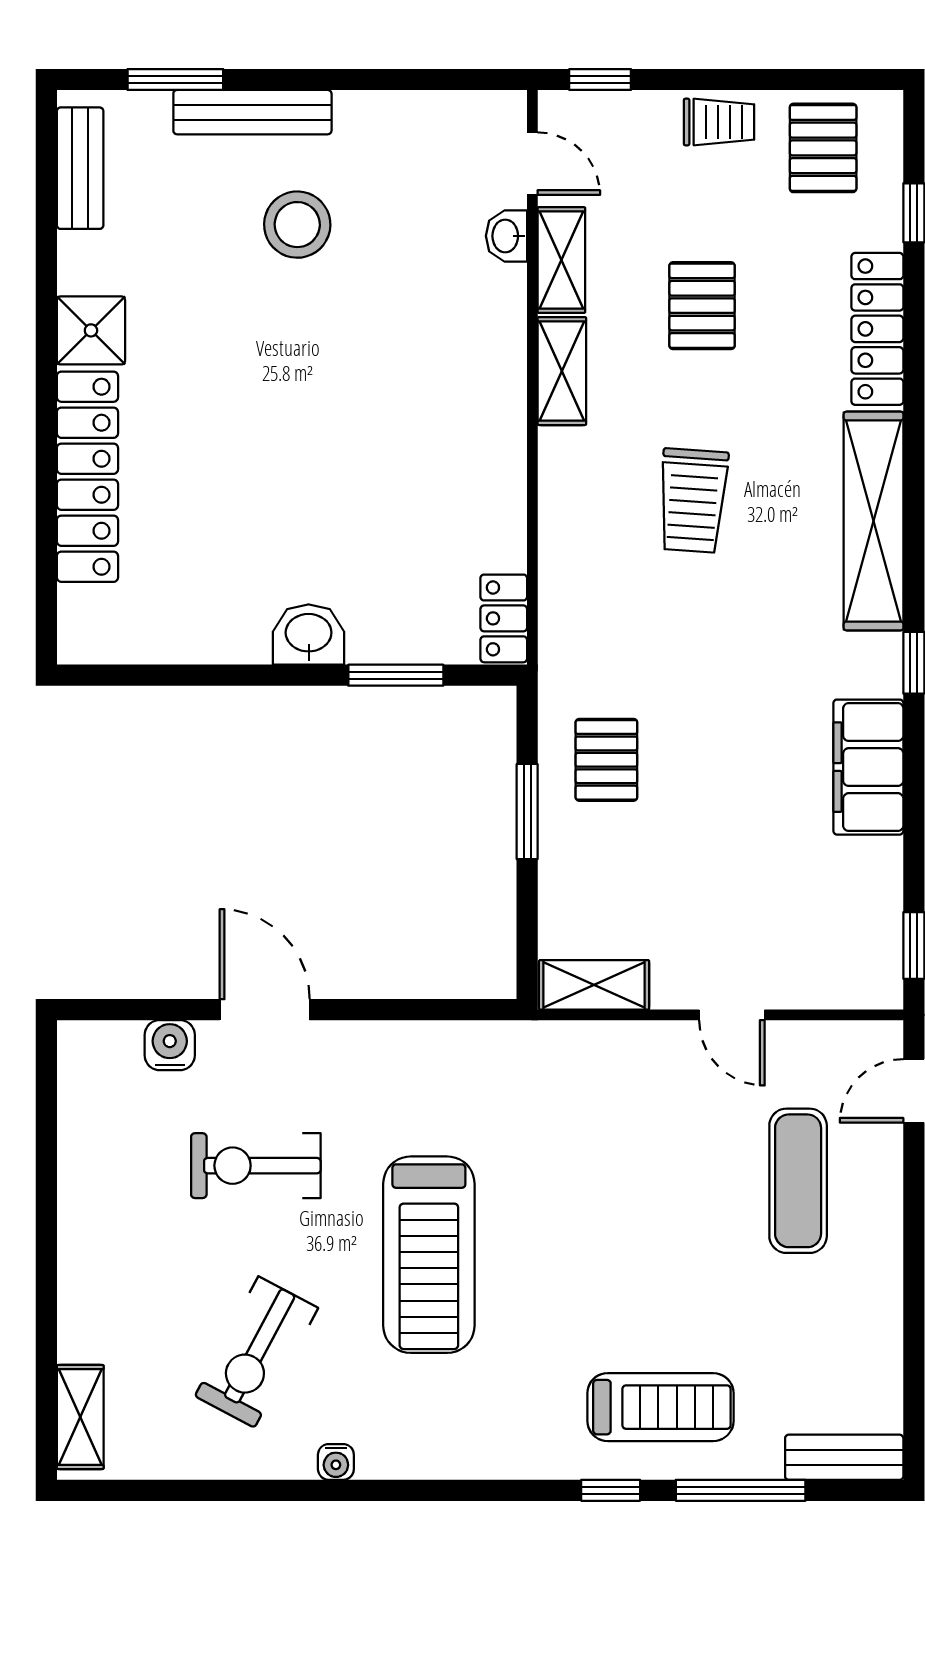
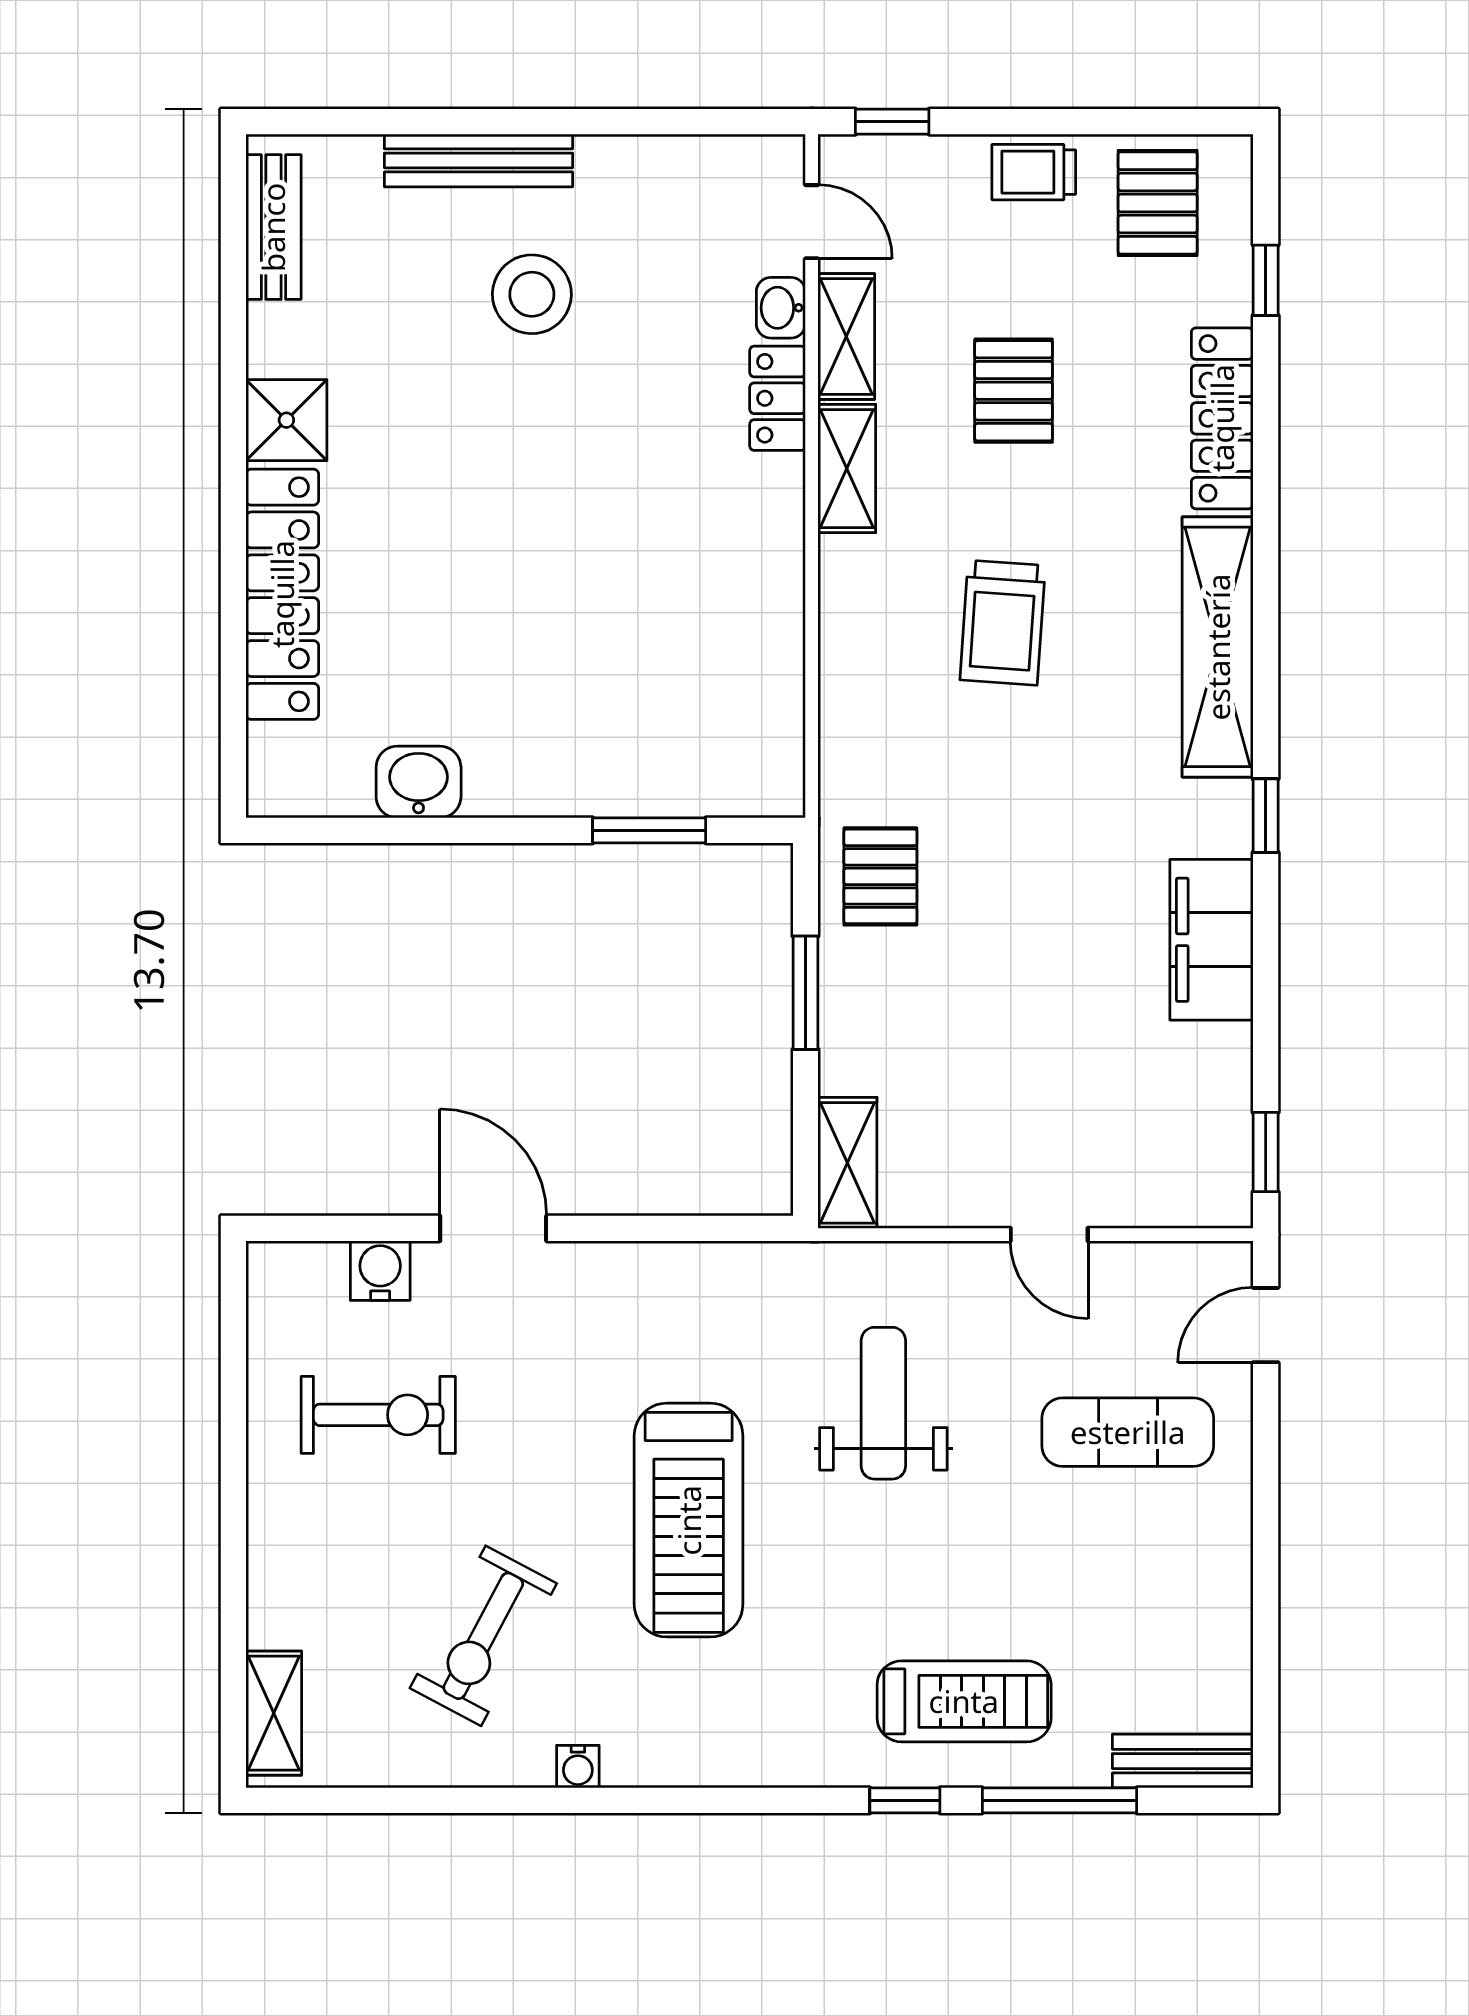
window: (175, 80) -> (387, 122), removed
trolley: (719, 122) -> (1034, 172), turned 180
locker: (504, 618) -> (778, 398), moved
washbasin: (309, 635) -> (419, 782), moved
pallet: (606, 760) -> (880, 876), moved
shelving: (594, 985) -> (847, 1163), moved, turned 90
weight bench: (593, 1157) -> (883, 1403), added
exercise bike: (256, 1166) -> (378, 1415), moved, turned 180
exercise mat: (798, 1181) -> (1128, 1432), turned 90

